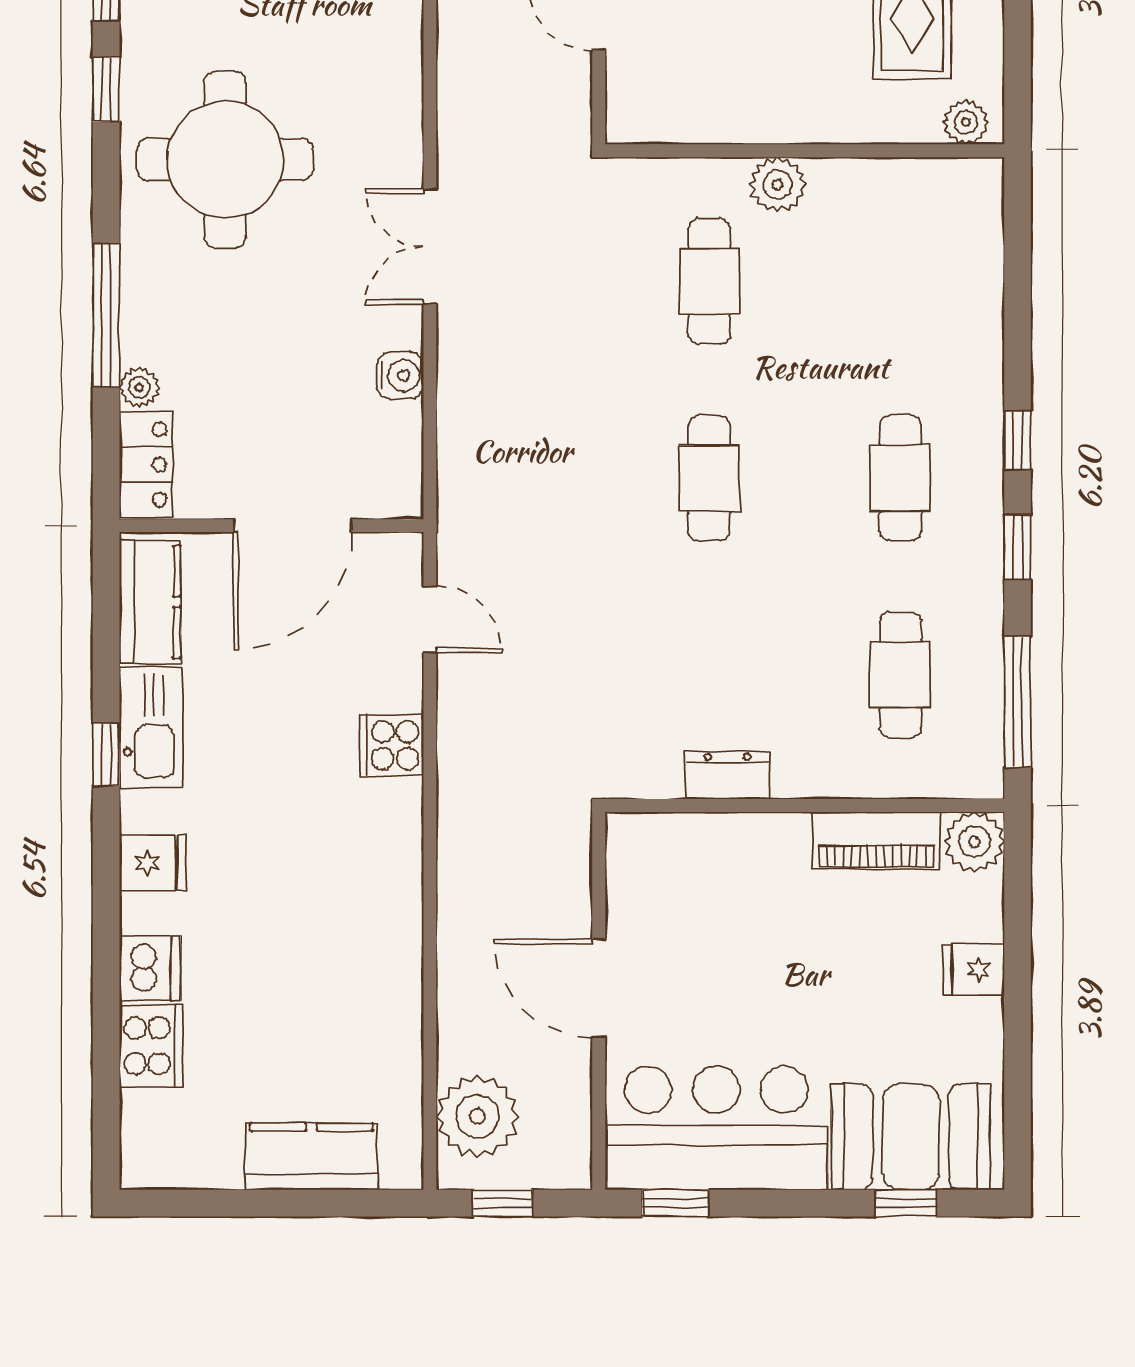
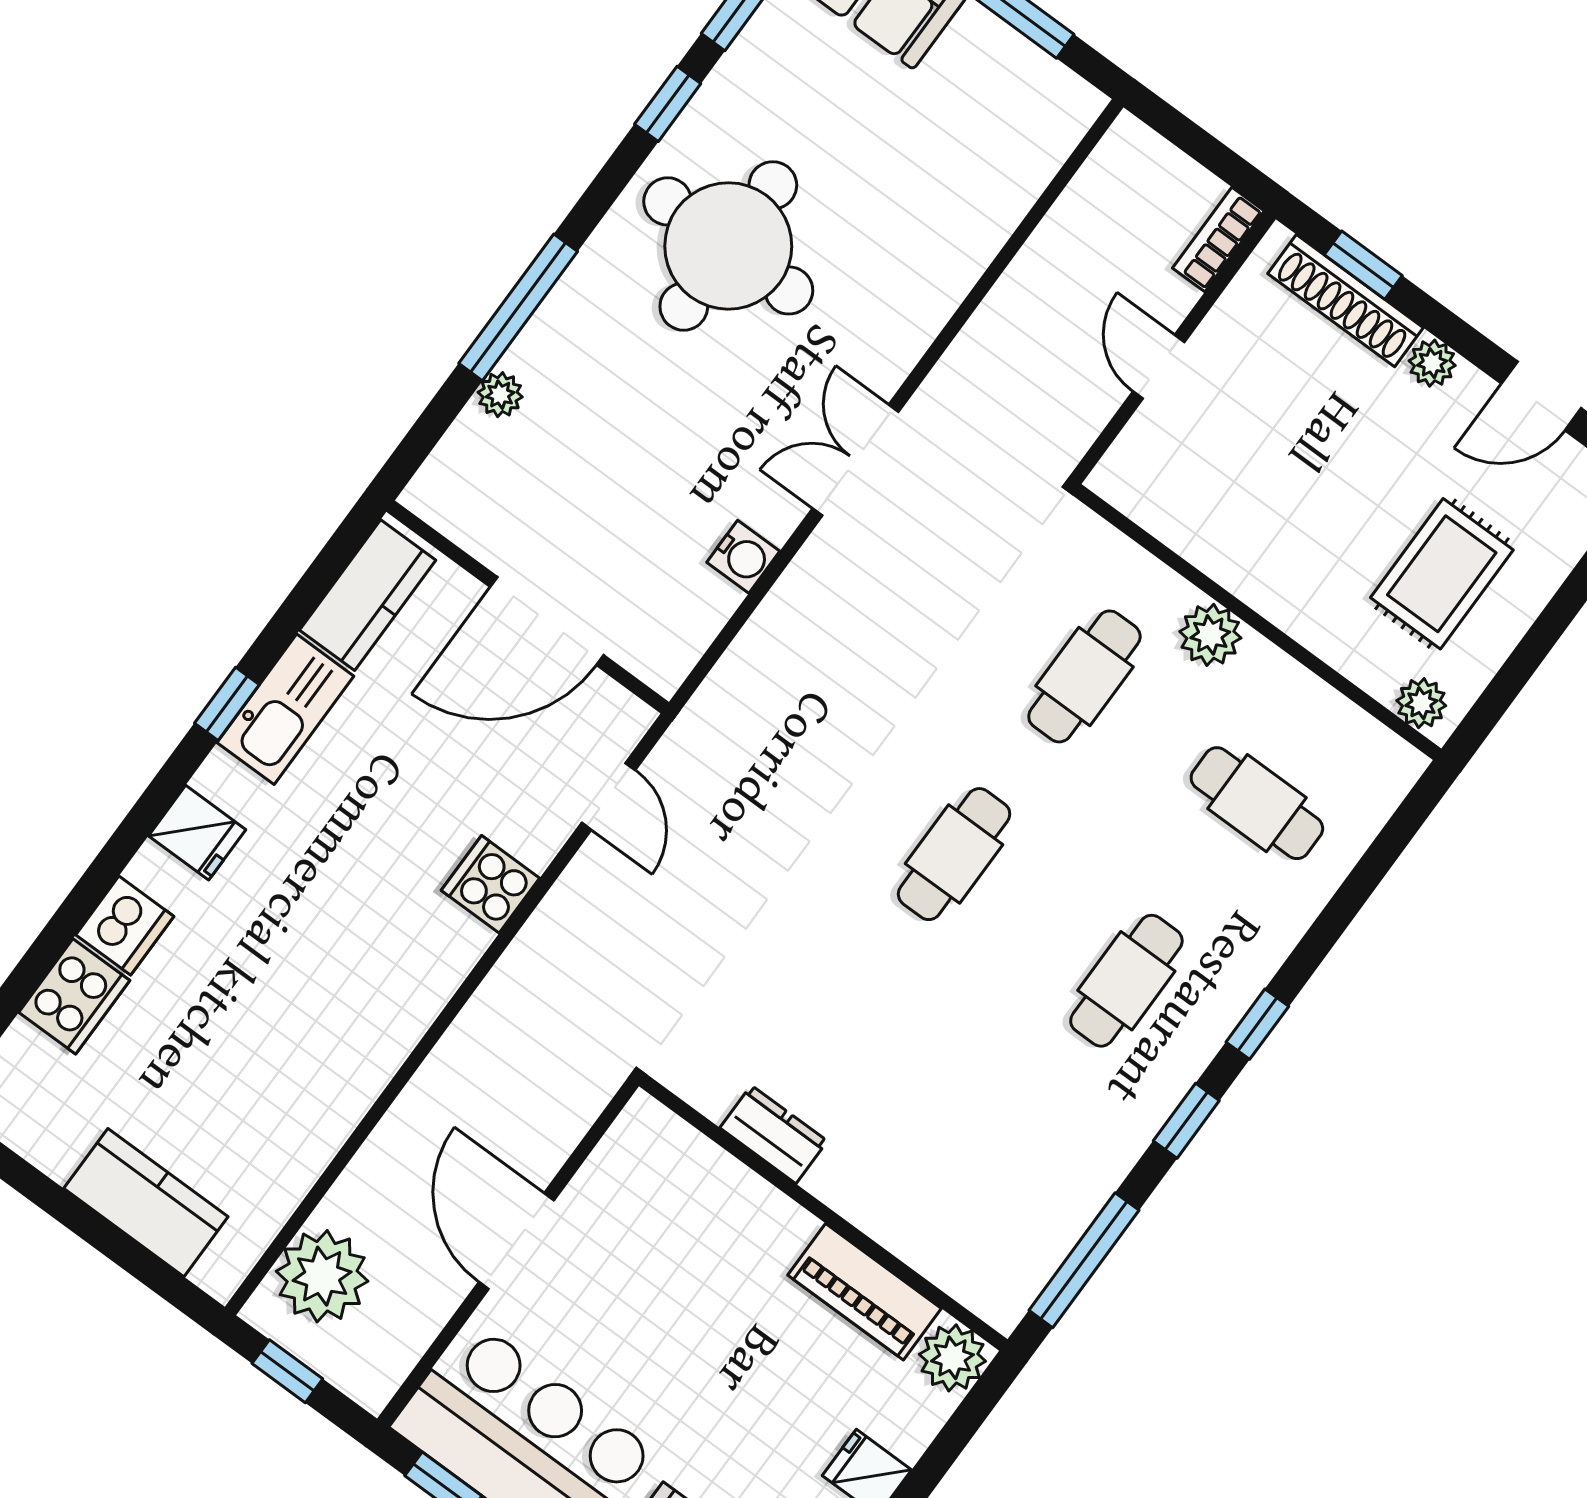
locker: (146, 464) -> (455, 469), removed
cafe table: (900, 675) -> (1257, 803), moved, turned 90

